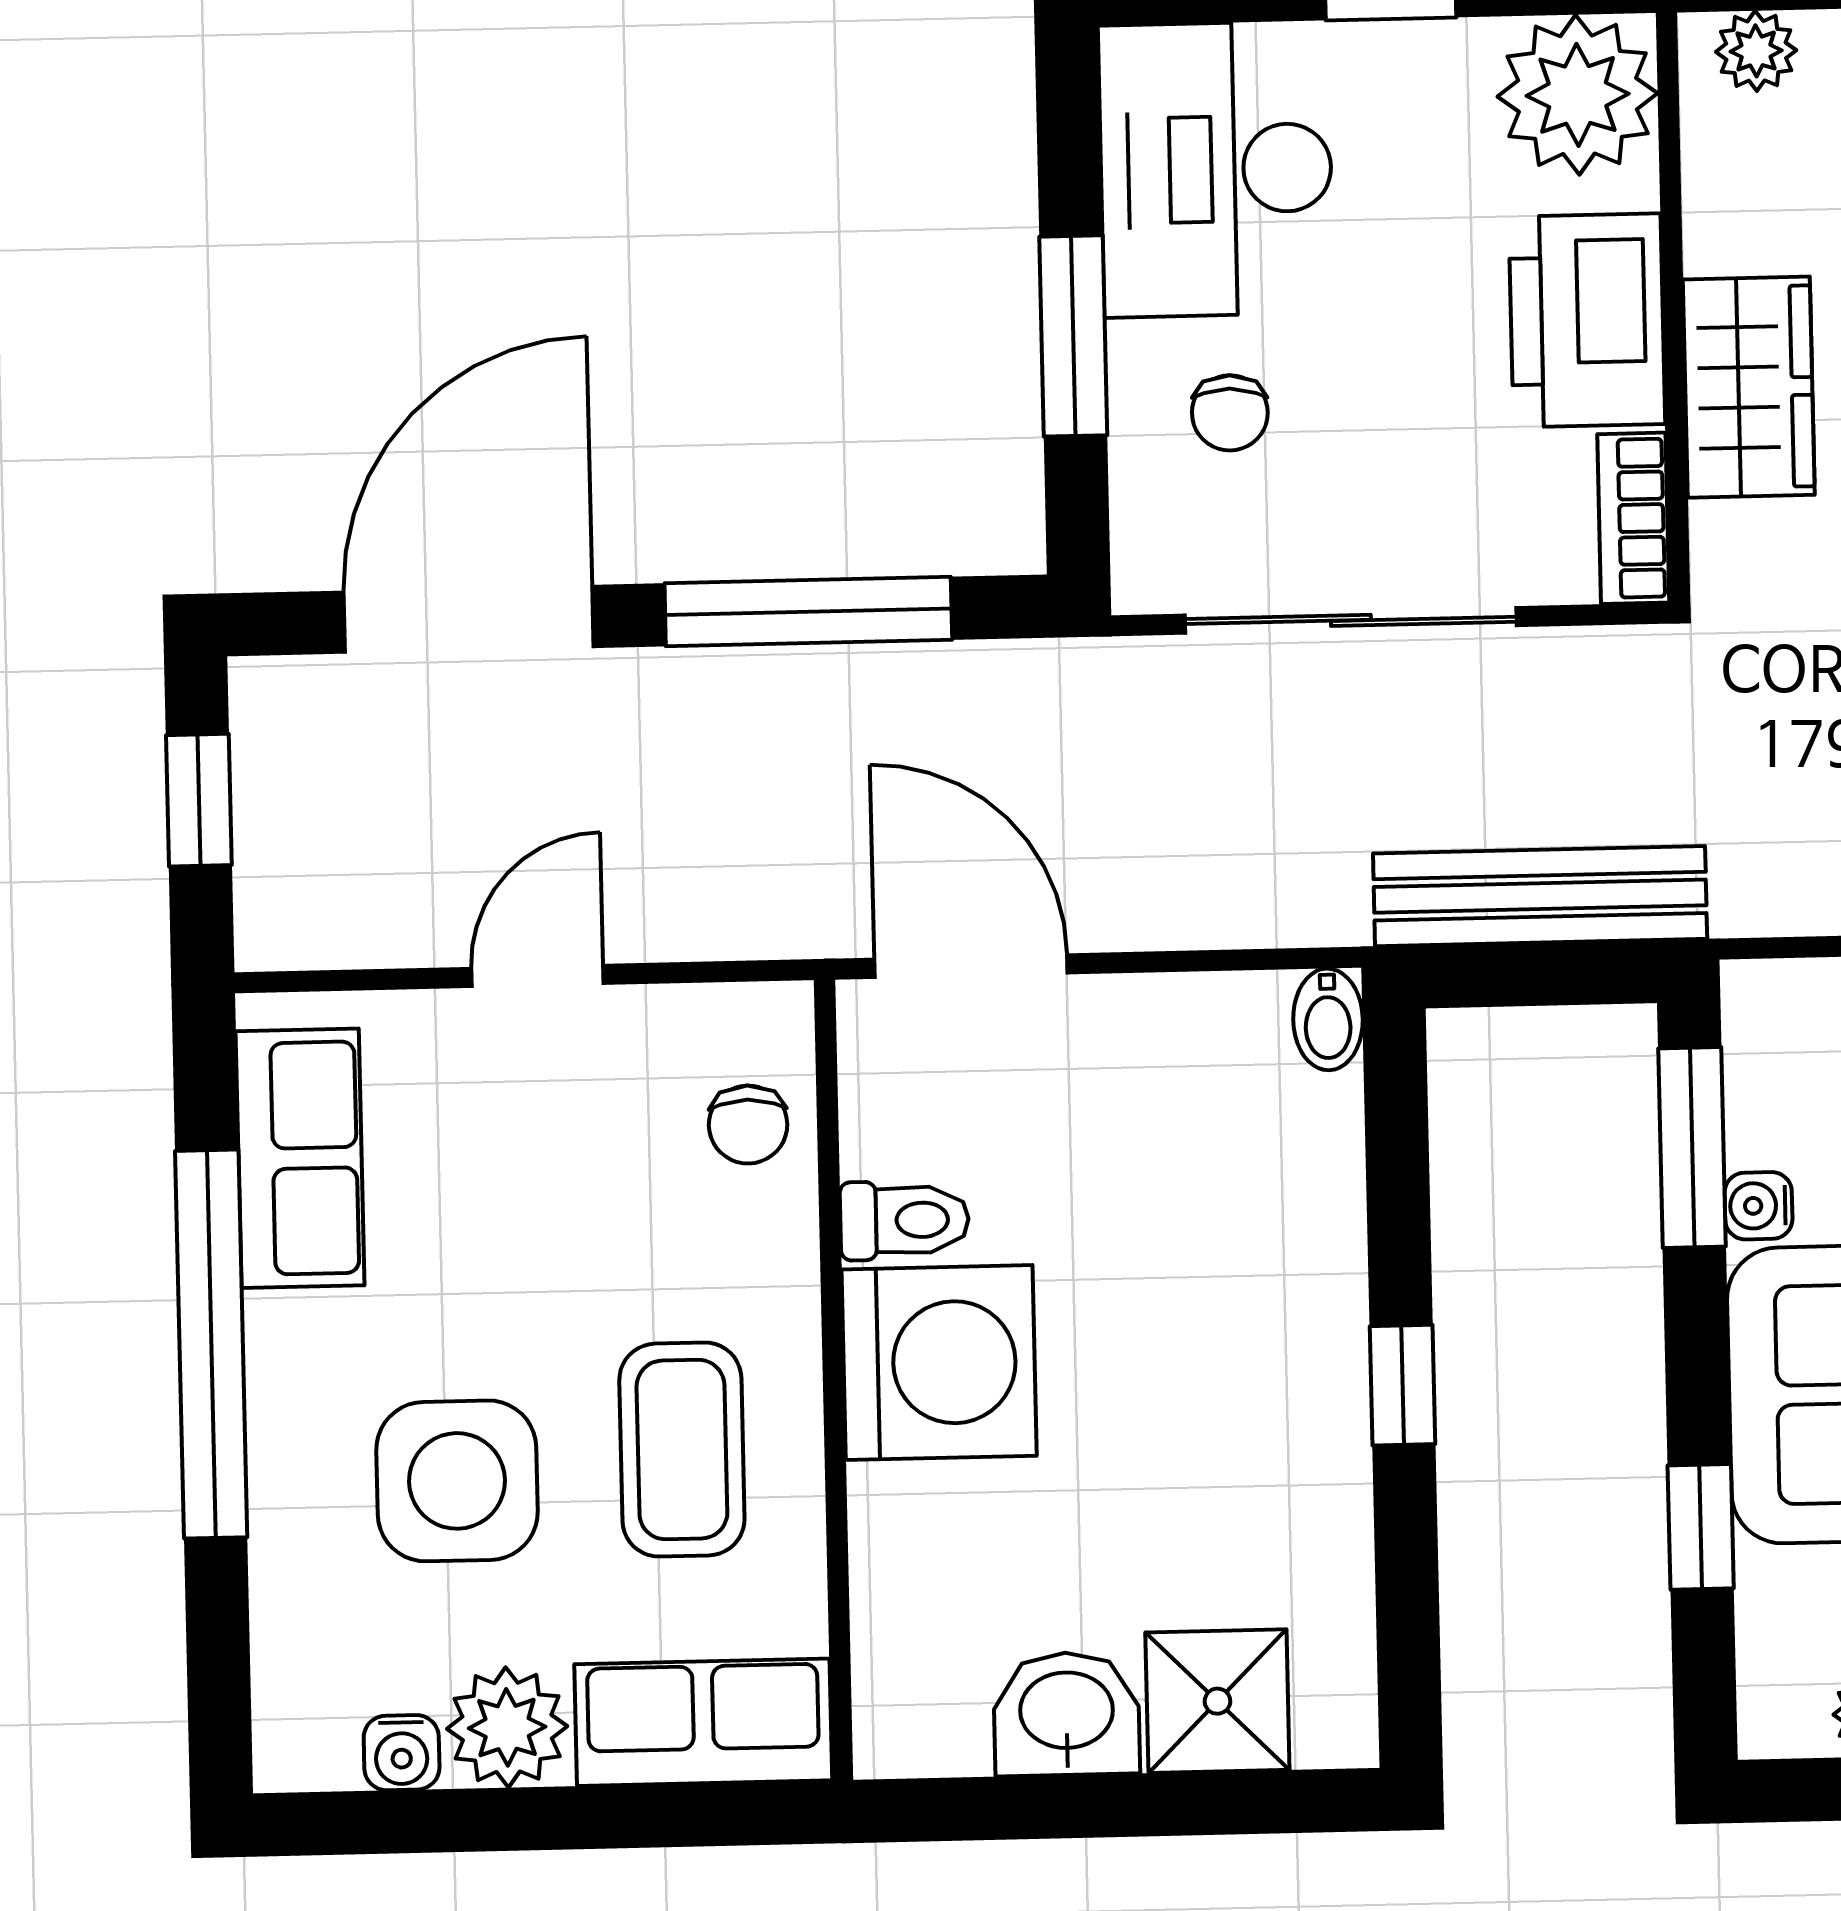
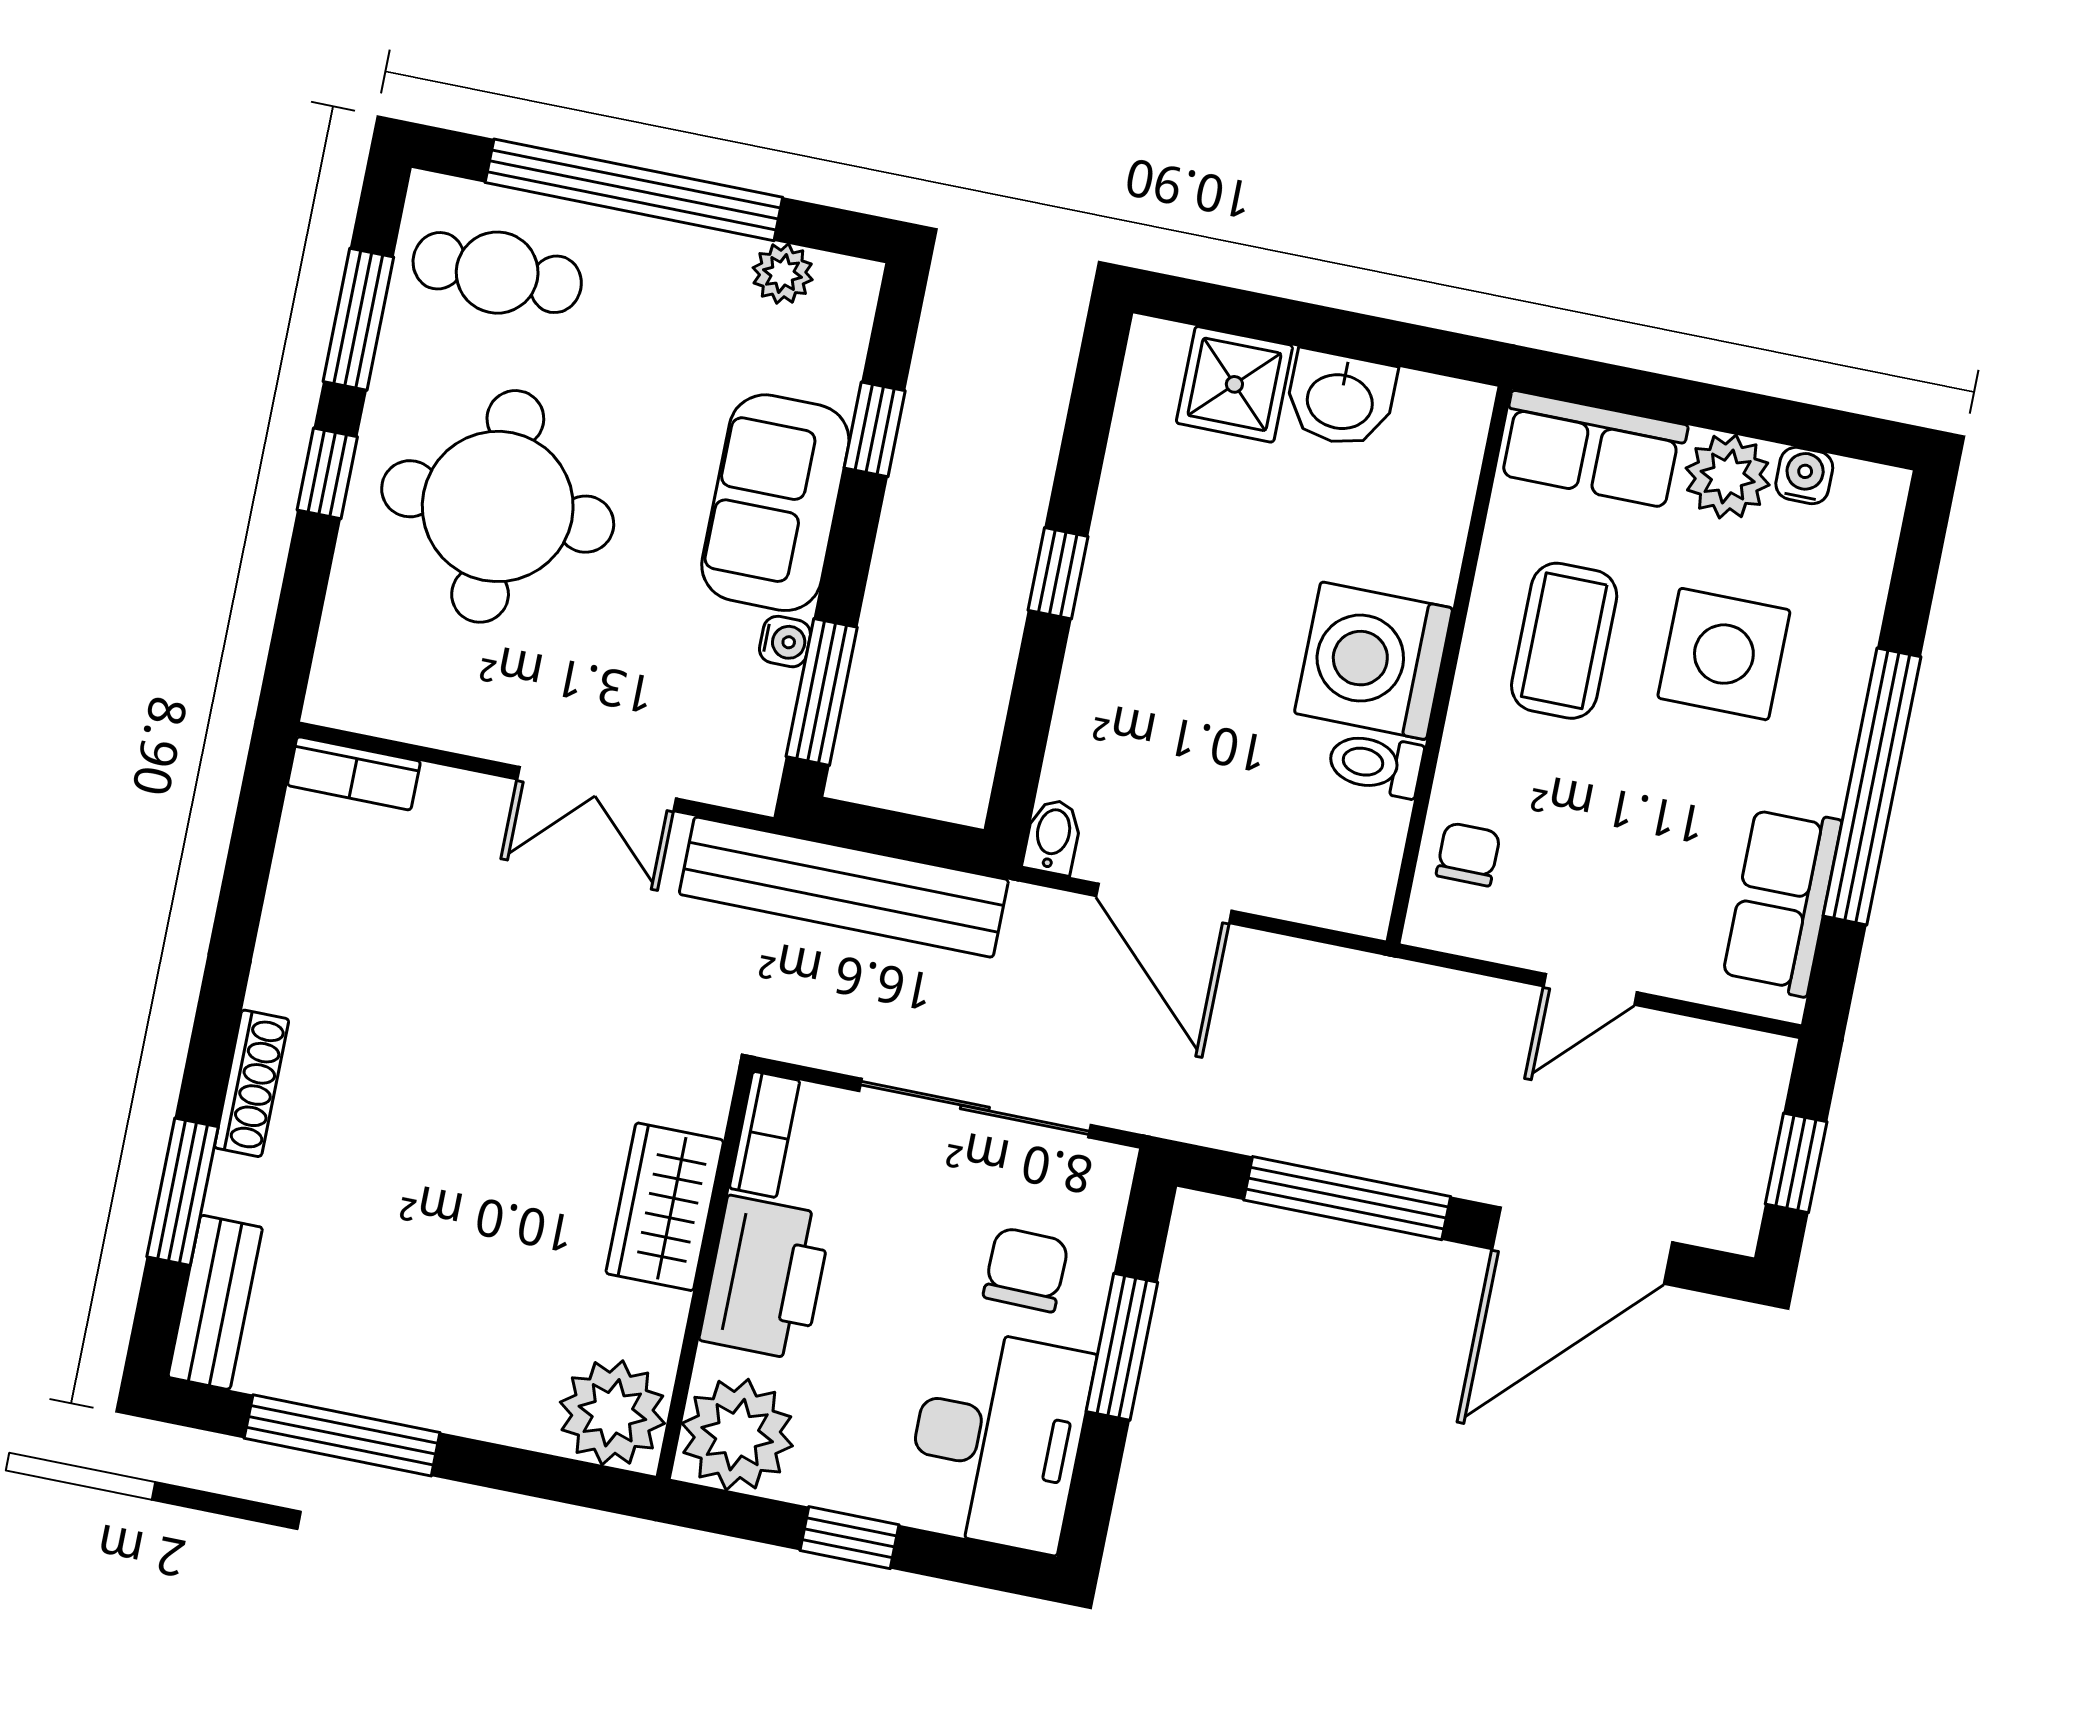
plant: (1756, 51) -> (612, 1413), width x1.88, depth x1.88
chair: (1230, 413) -> (1026, 1270), width x1.37, depth x1.37
bench: (1540, 896) -> (844, 887), width x1.37, depth x1.21
door: (971, 966) -> (1164, 903), moved

